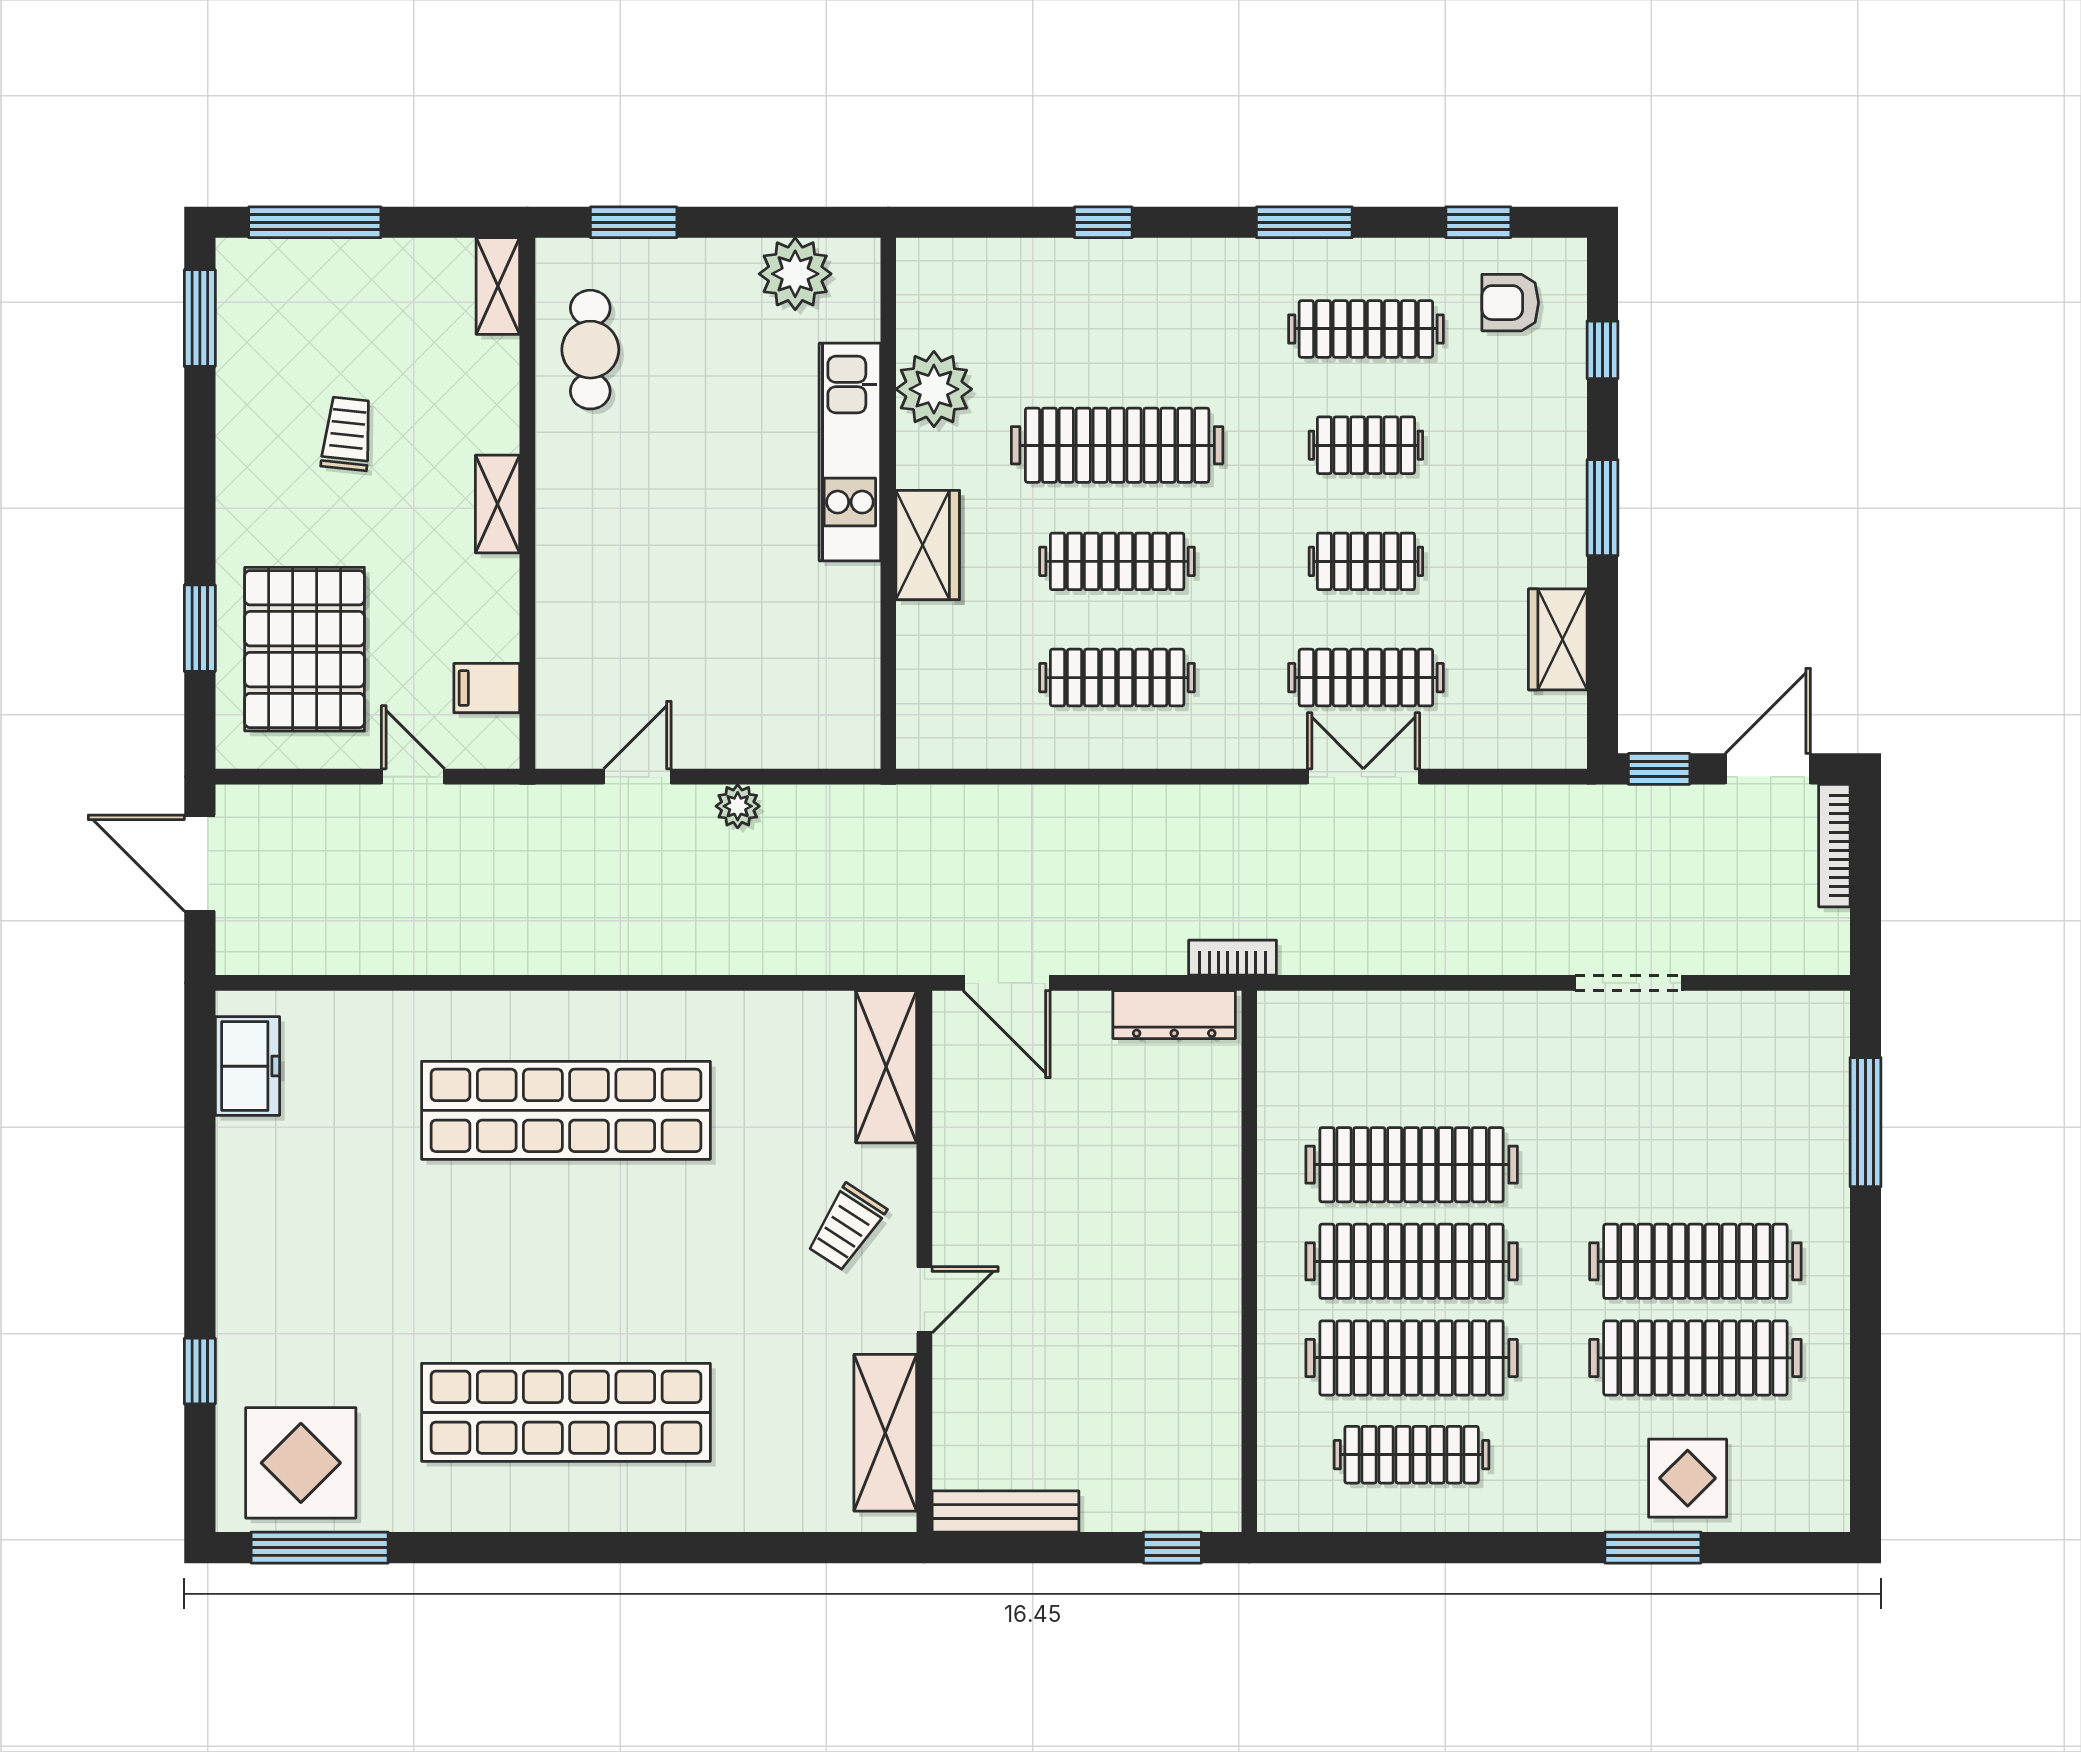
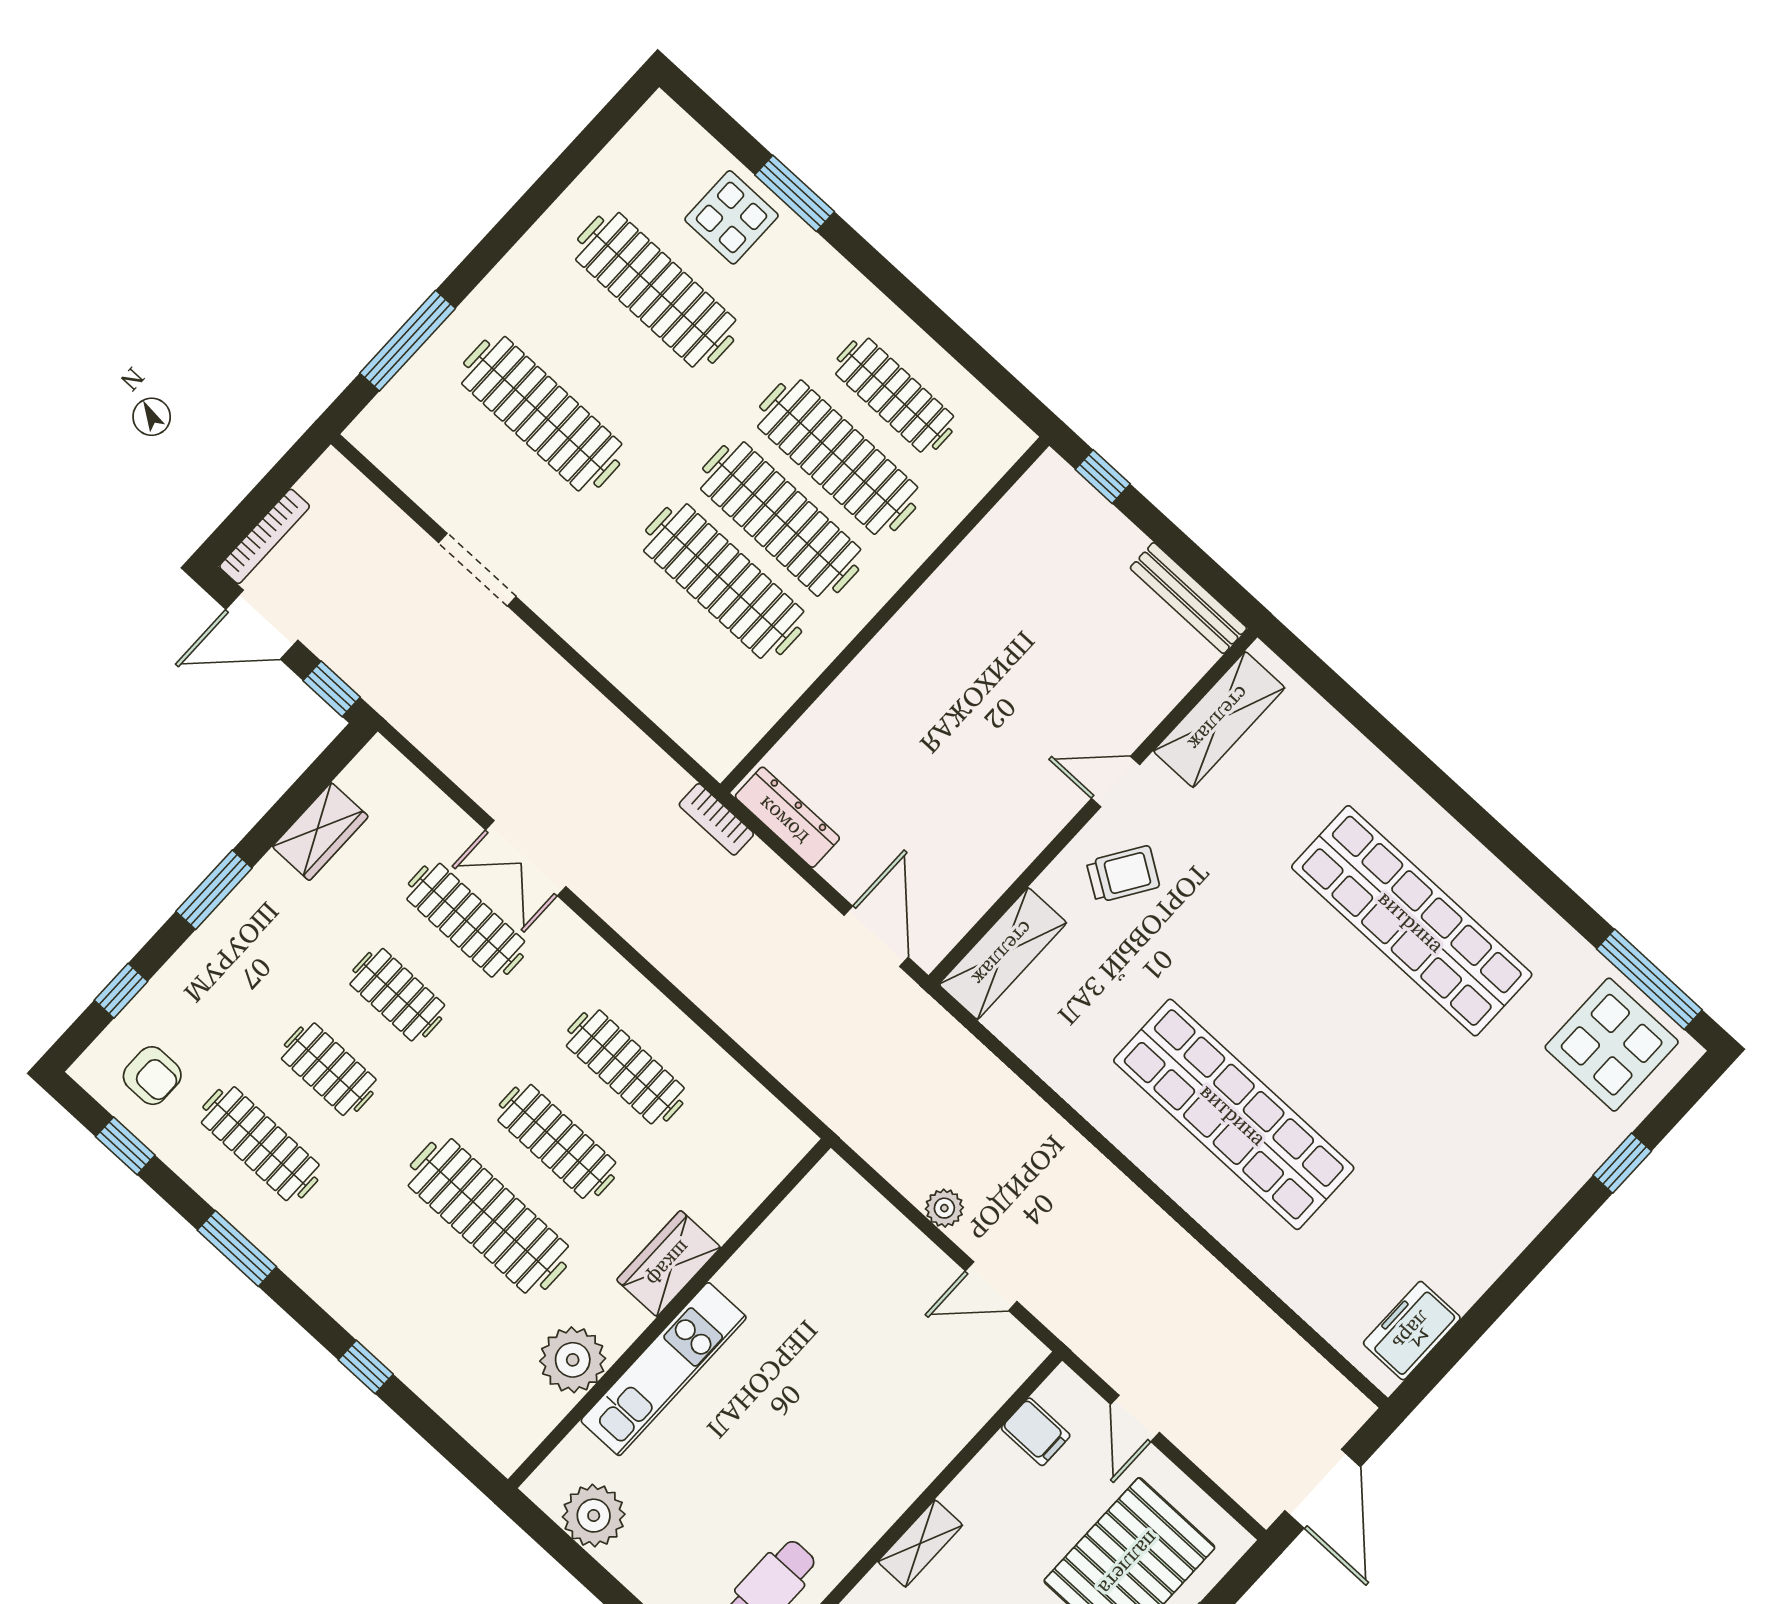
clothes rail: (1695, 1261) -> (542, 414), moved

